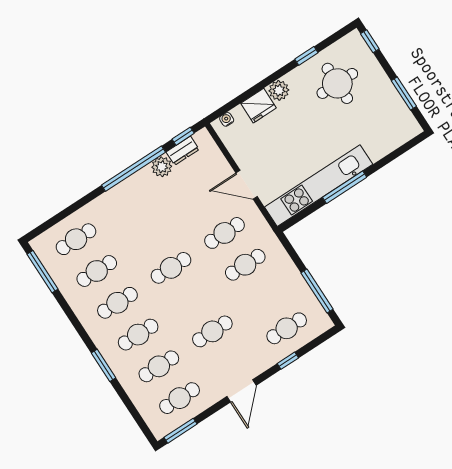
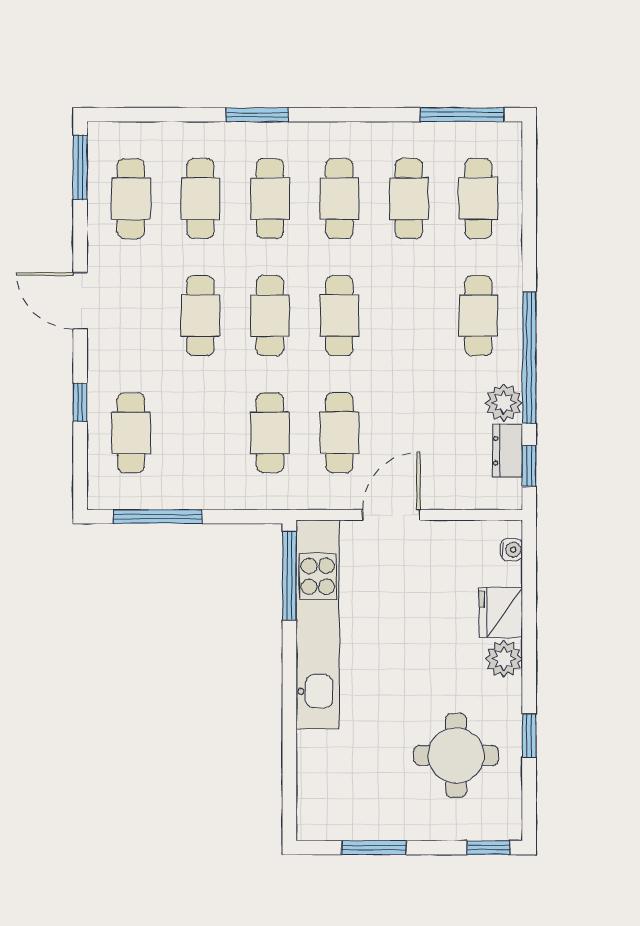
window: (345, 187) -> (289, 576), moved
cafe table: (130, 204) -> (478, 316), added
cafe table: (192, 300) -> (270, 316), added

